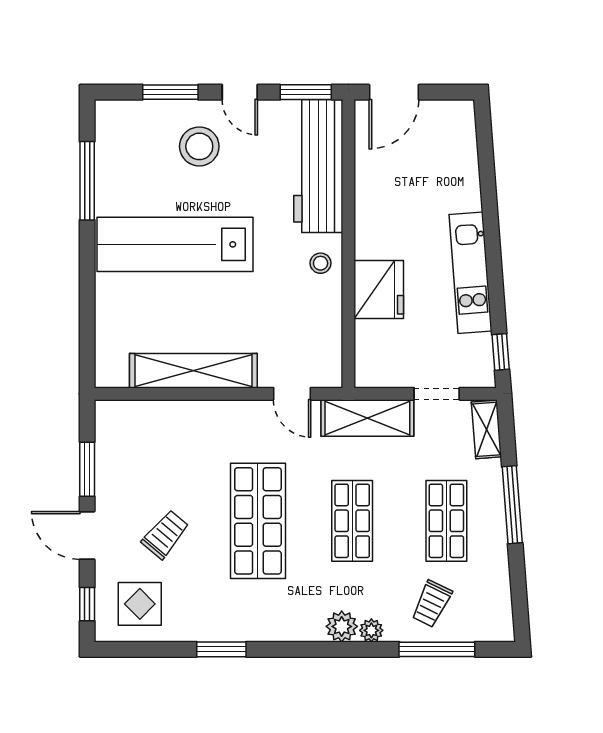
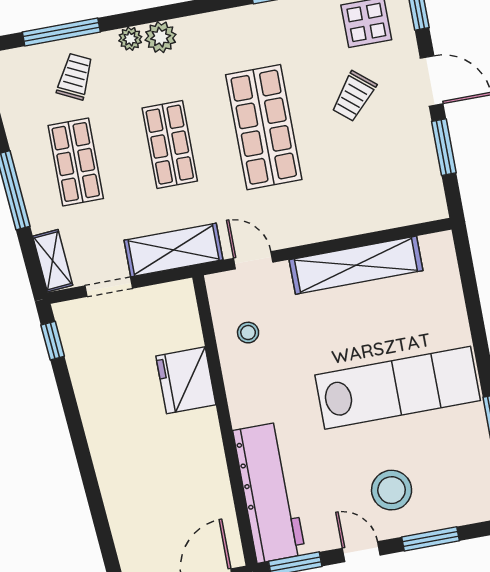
stool: (321, 263) -> (248, 333), moved
kitchen unit: (471, 273) -> (97, 414), removed

